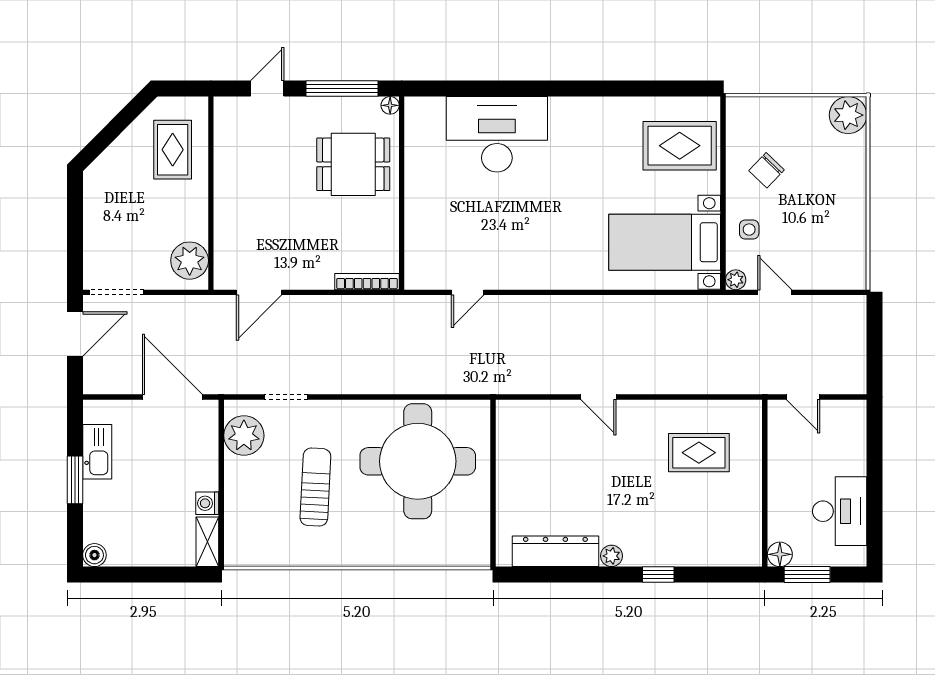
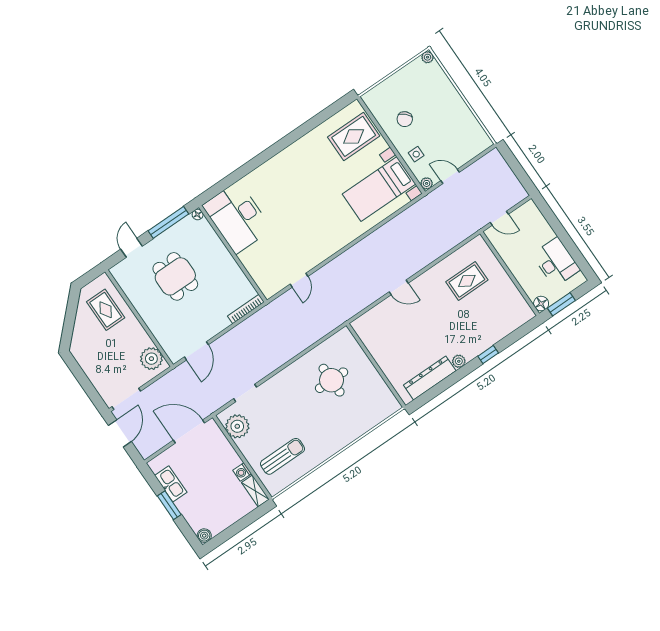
plant: (848, 115) -> (428, 57), width x0.53, depth x0.53
desk: (497, 134) -> (237, 217), moved, turned -90
dining table: (353, 164) -> (175, 276), moved, turned 90
round table: (418, 461) -> (332, 380), width x0.54, depth x0.54
sun lounger: (315, 487) -> (283, 456), moved, turned 87

